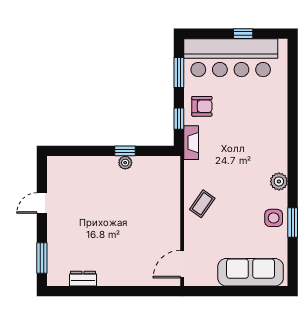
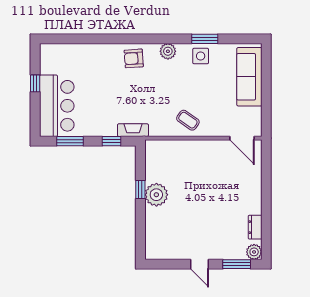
bar counter: (231, 58) -> (57, 106), width x0.73
armchair: (202, 106) -> (134, 58), moved, turned -94
plant: (125, 163) -> (156, 195), width x1.87, depth x1.87
door: (42, 203) -> (200, 264), moved
plant: (55, 277) -> (254, 252), added

